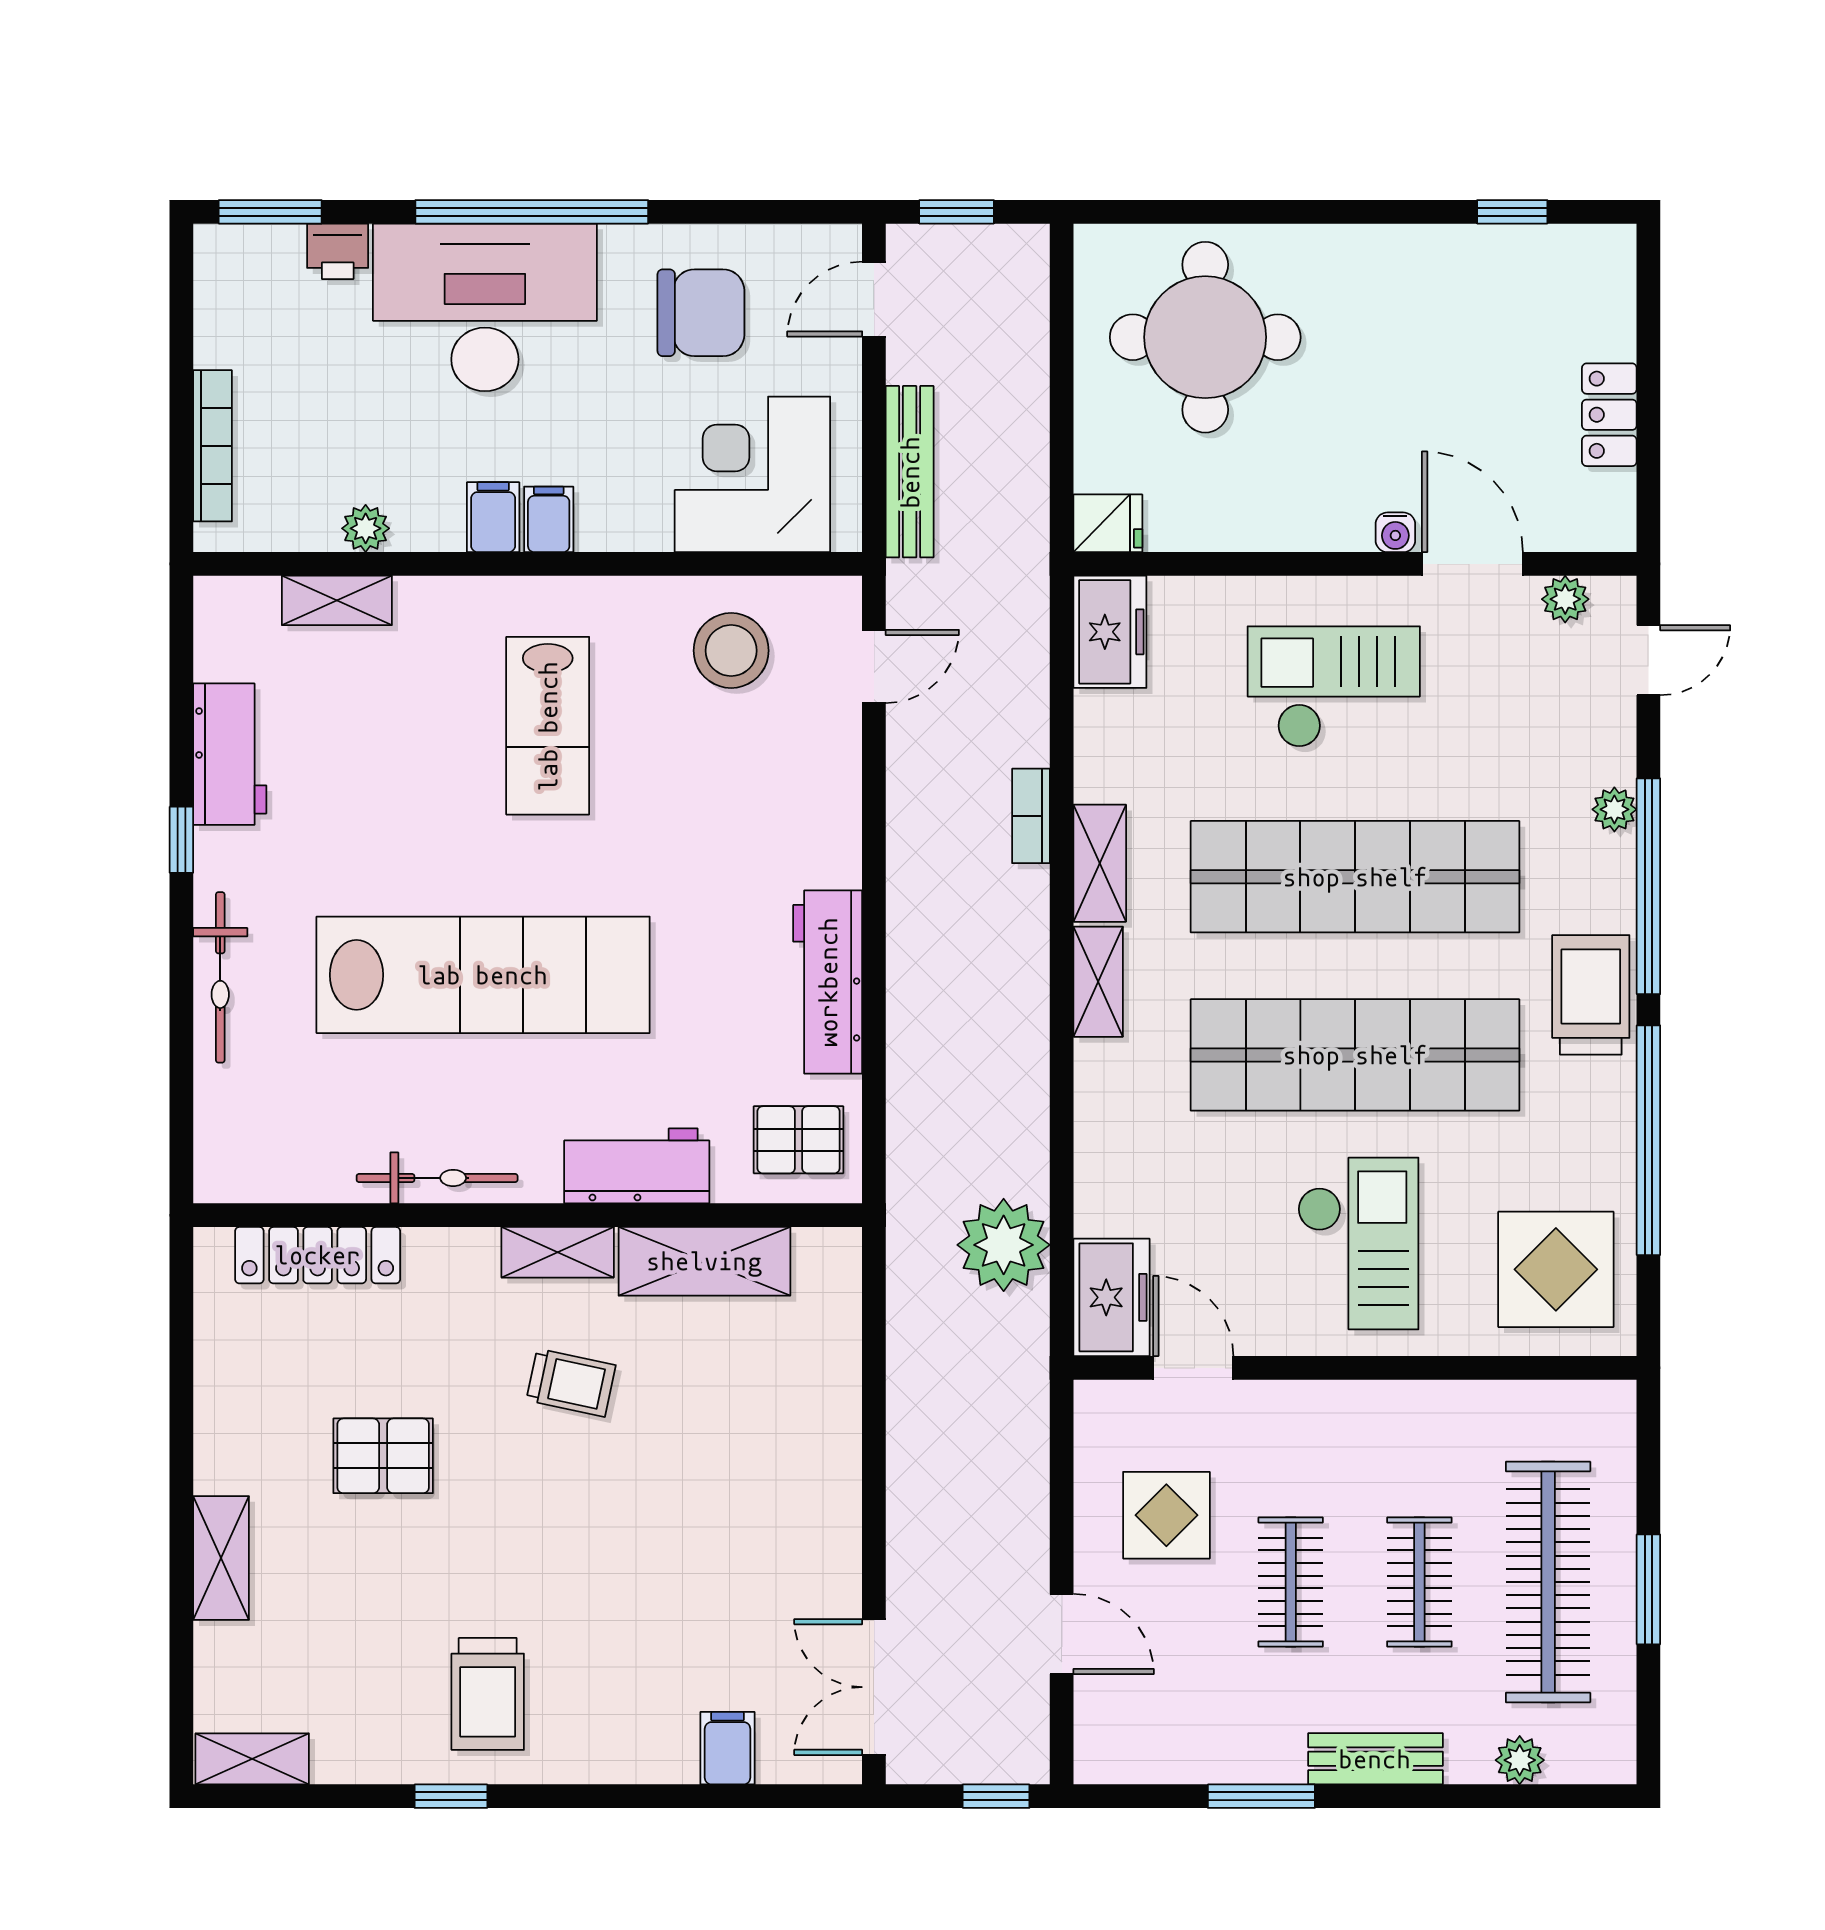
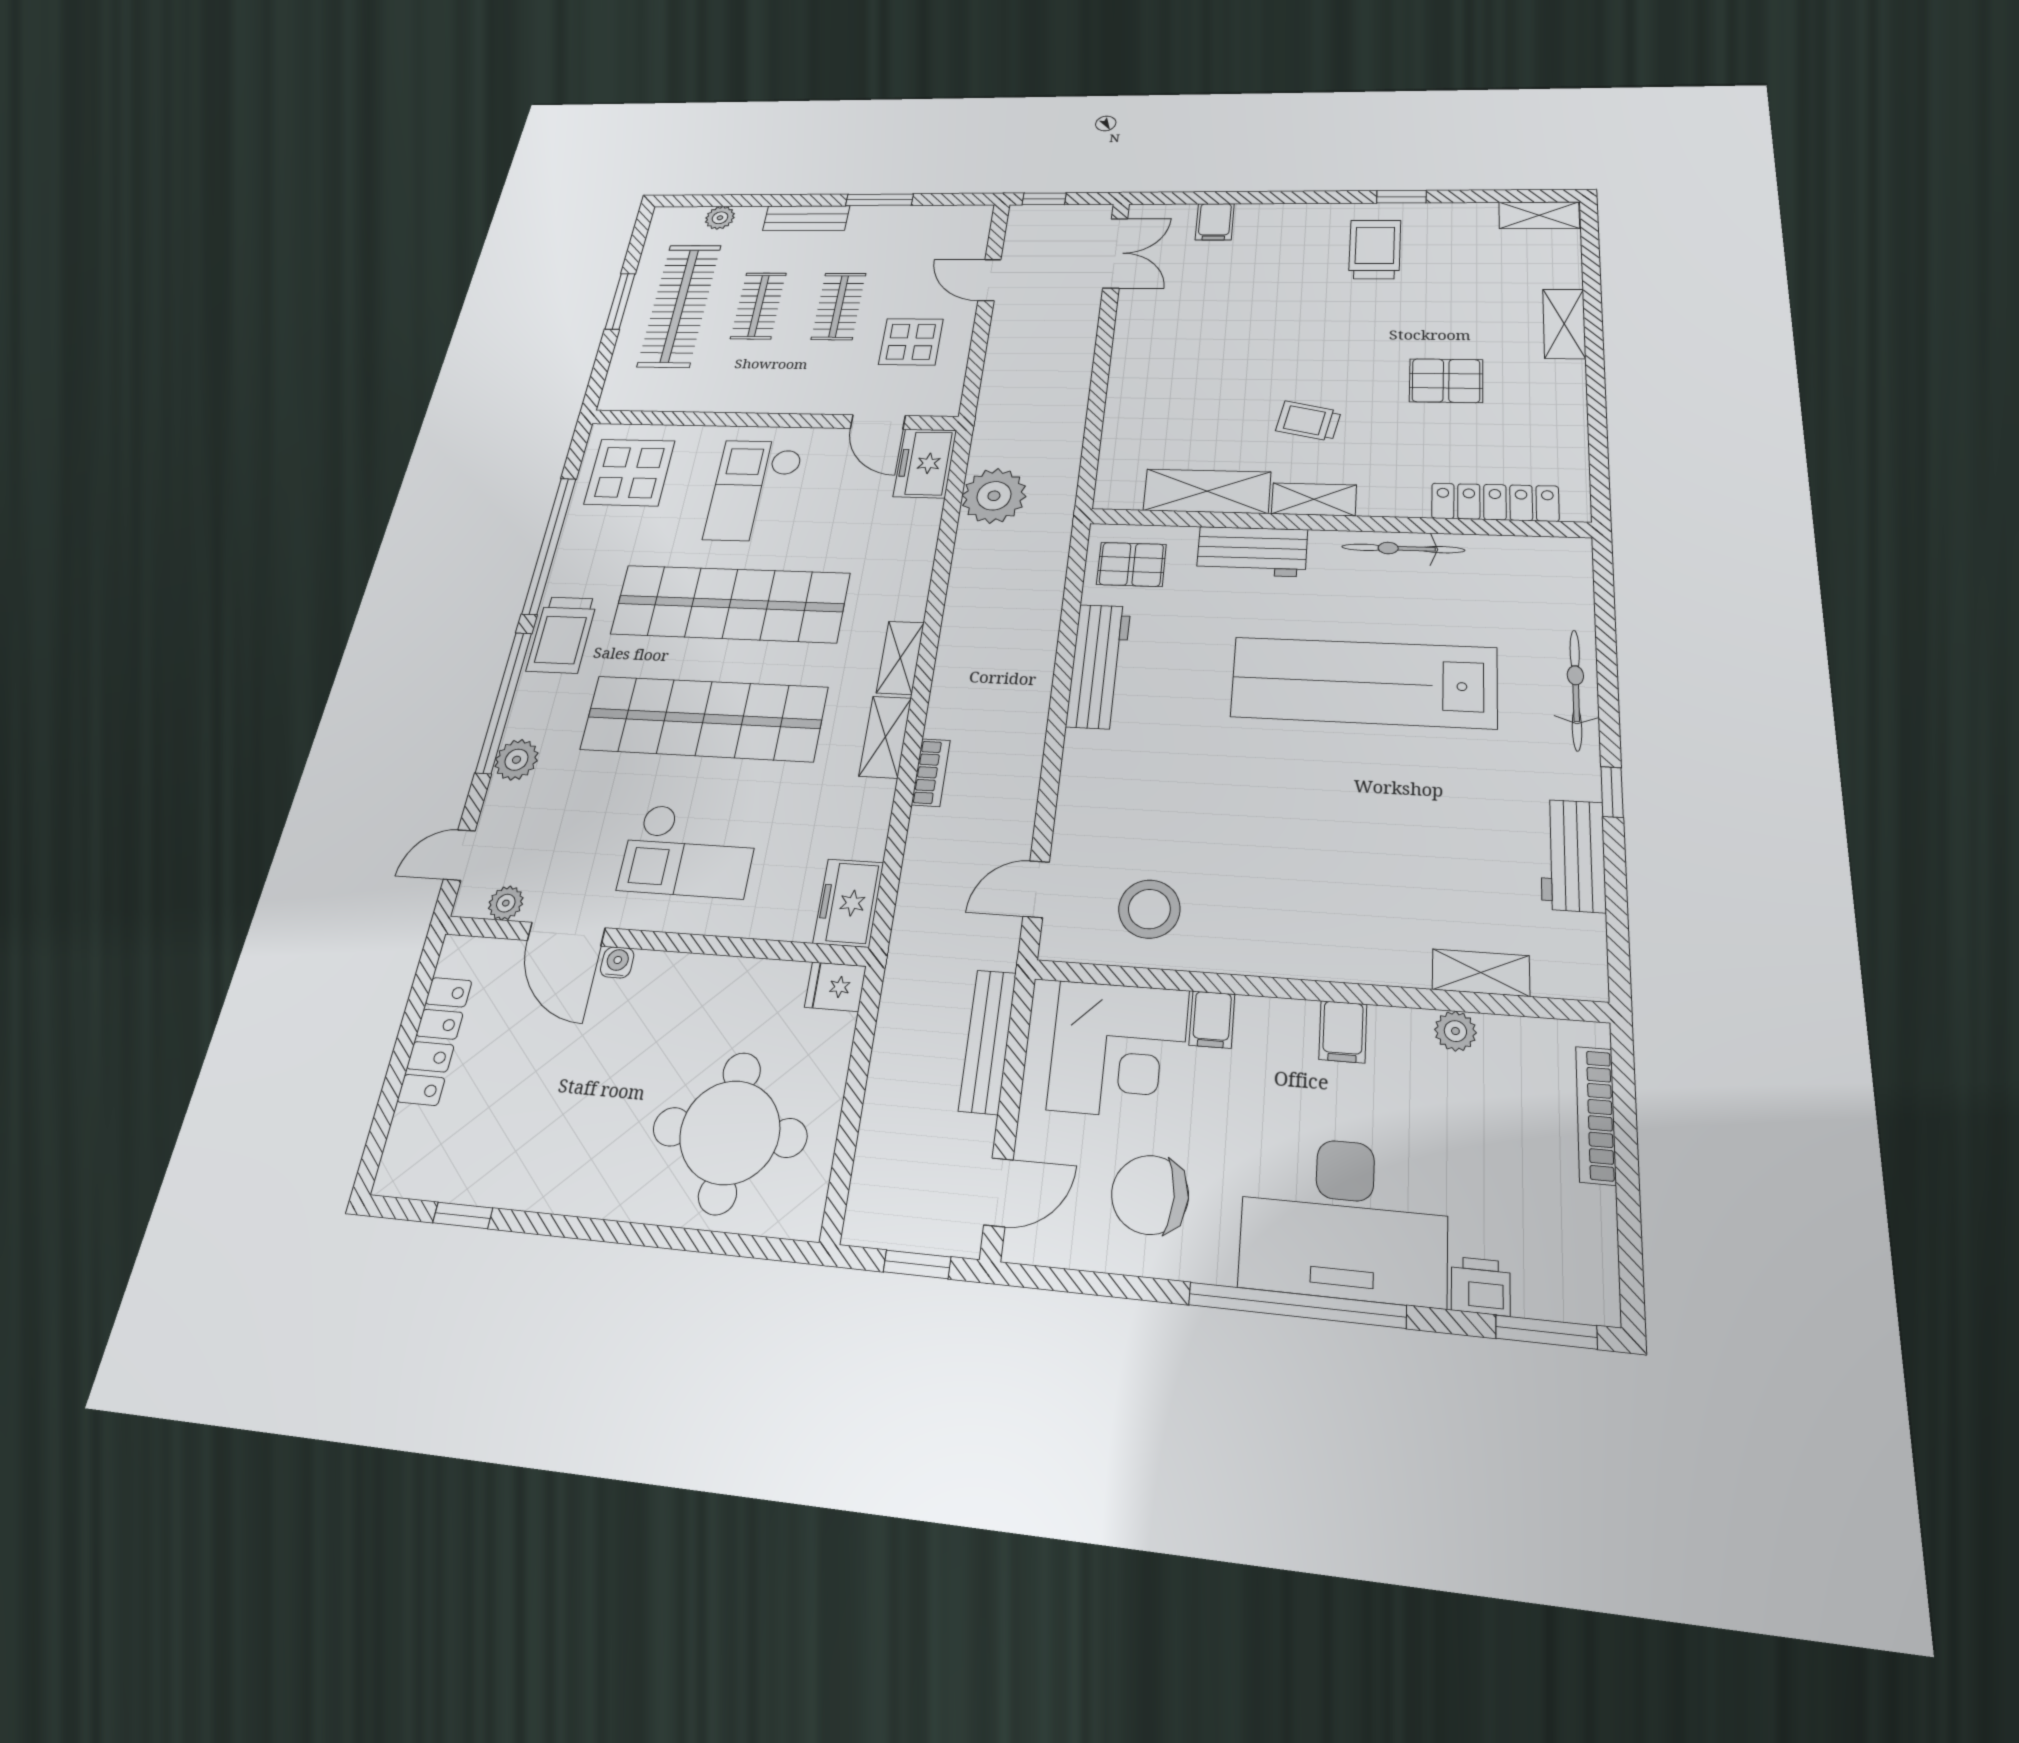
locker: (1609, 415) -> (435, 1040), width x1.53
filing cabinet: (549, 519) -> (1212, 1020), moved
lab bench: (548, 726) -> (1304, 861), removed
plant: (1614, 809) -> (516, 760), width x1.38, depth x1.38

